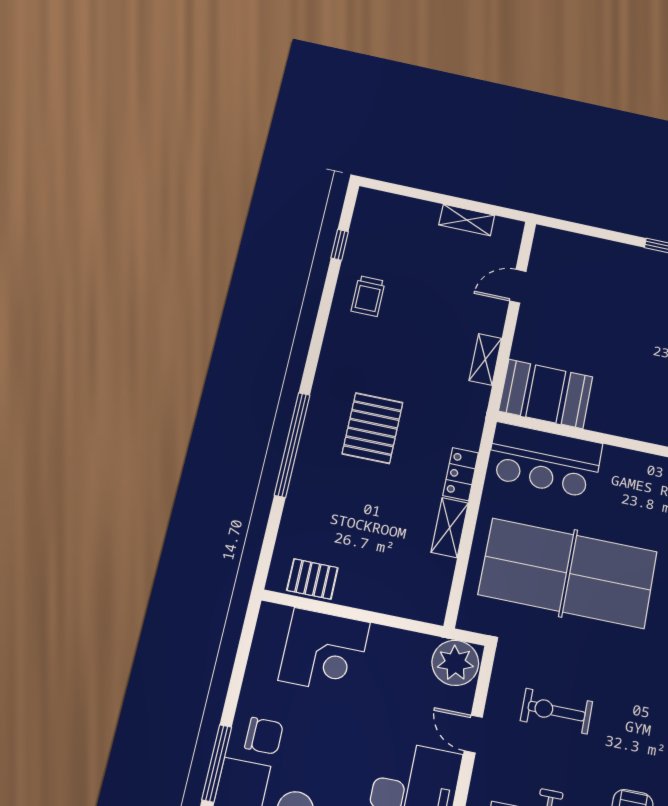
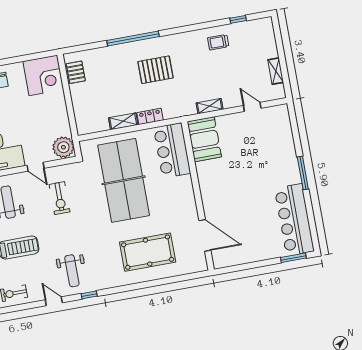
corner desk: (324, 651) -> (43, 75), moved, turned -90
exercise bike: (557, 711) -> (60, 198), turned 180
door: (473, 734) -> (36, 167), swing flipped

